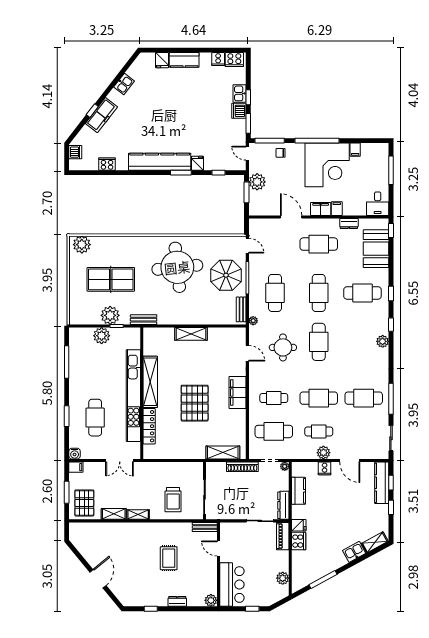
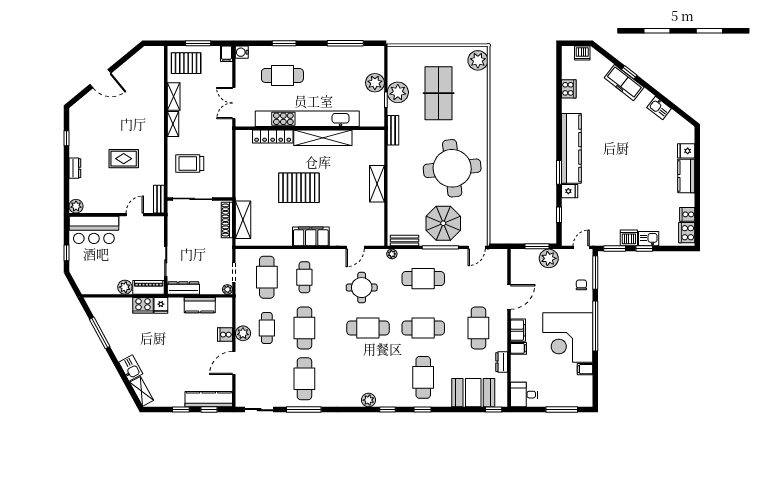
shoe rack: (242, 467) -> (227, 220), moved
plant: (283, 578) -> (125, 287), moved

